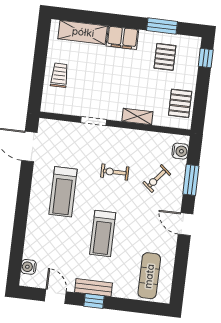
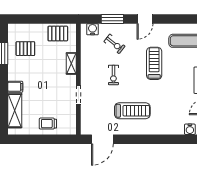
filing cabinet: (122, 38) -> (15, 87), width x0.50
window: (206, 58) -> (23, 19), removed
treadmill: (103, 233) -> (154, 63), moved, turned -90

